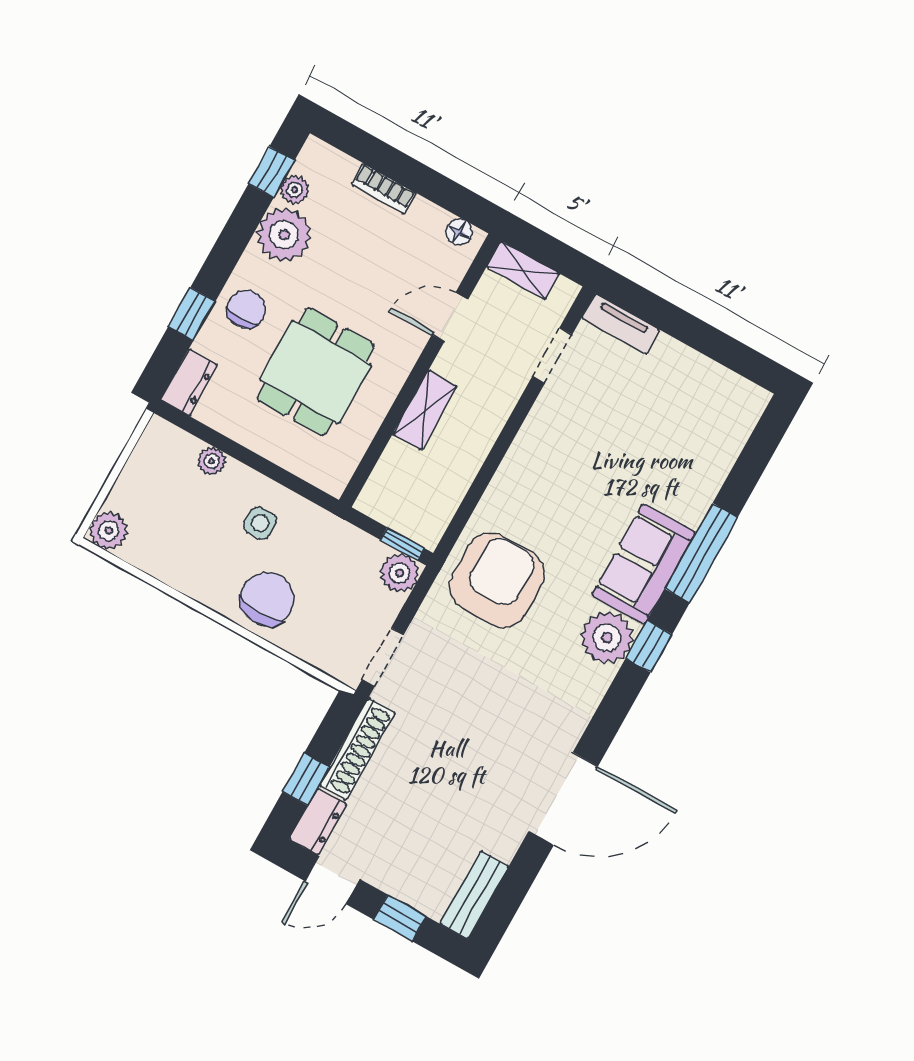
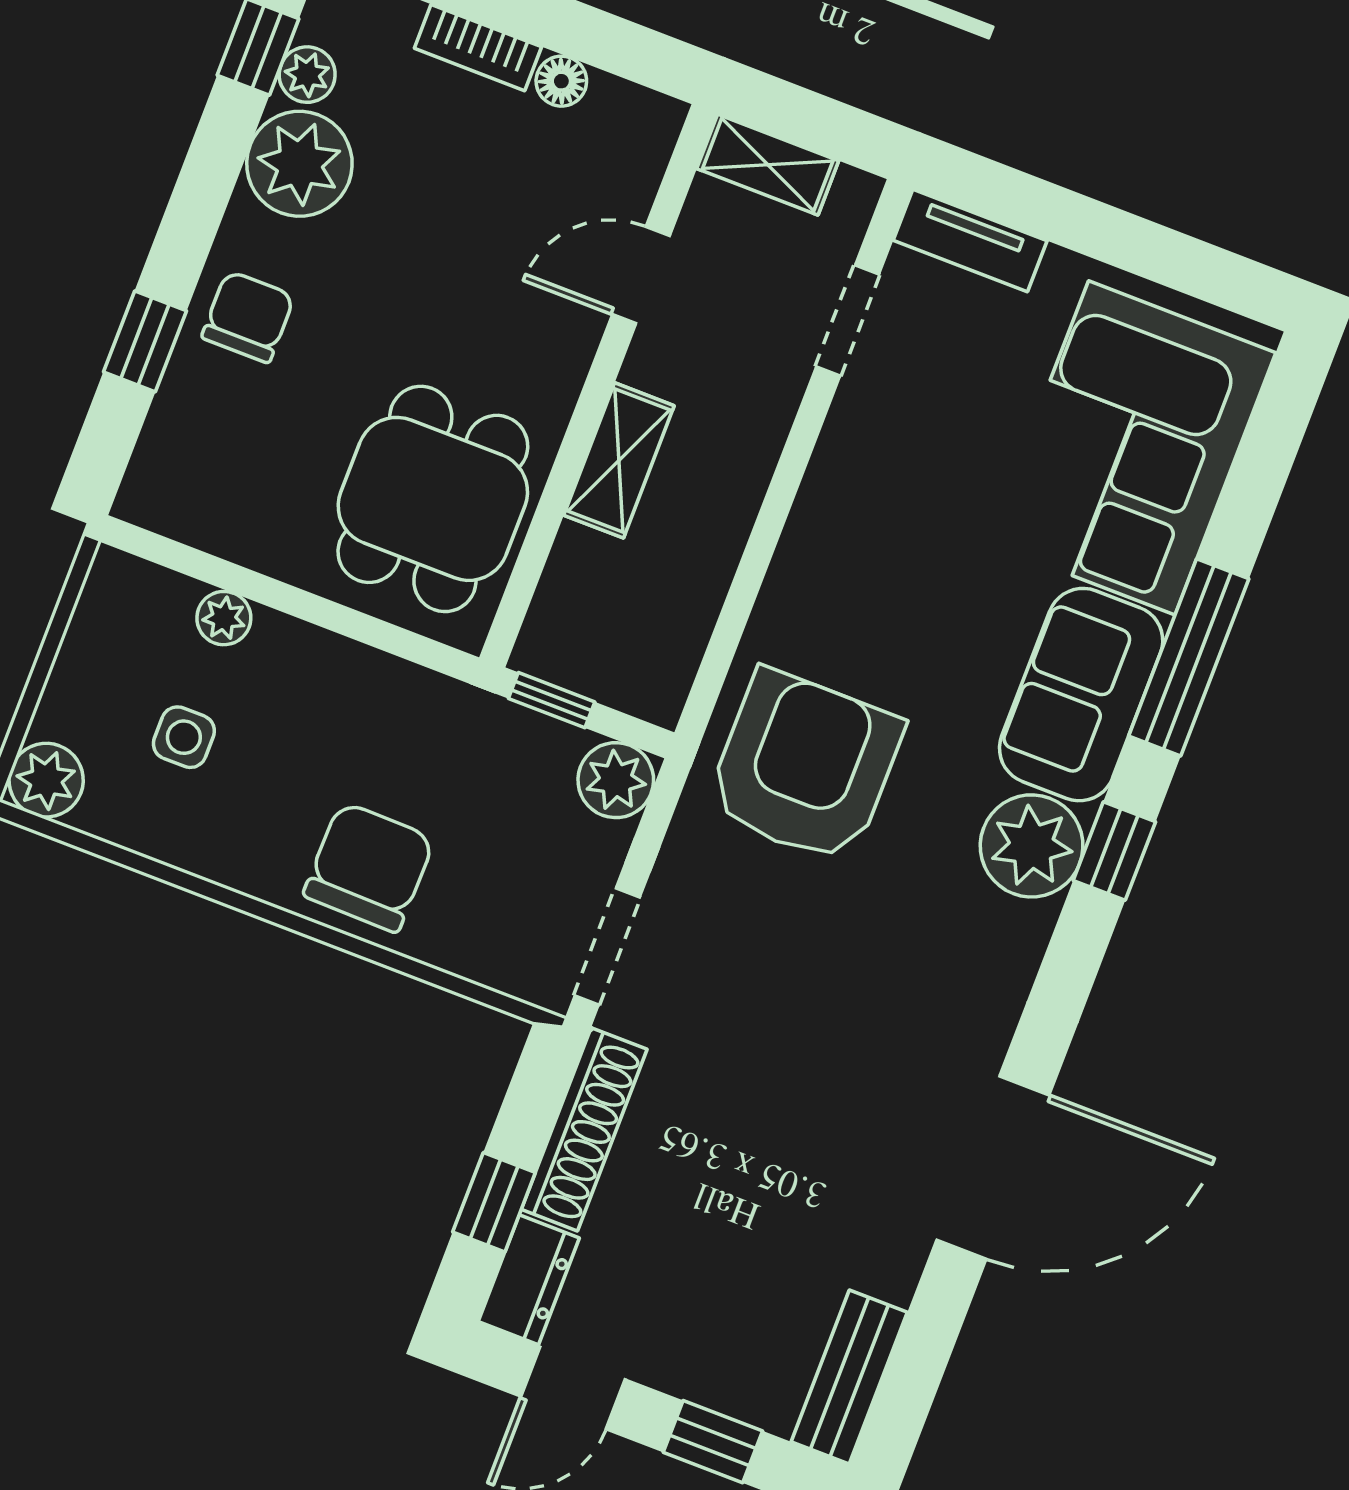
floor lamp: (459, 232) -> (561, 81), moved
dining table: (316, 372) -> (433, 499), moved
dresser: (189, 382) -> (158, 473), removed
corner sofa: (688, 442) -> (1132, 448), added
side table: (260, 523) -> (184, 737), moved
window: (402, 544) -> (552, 700), moved

